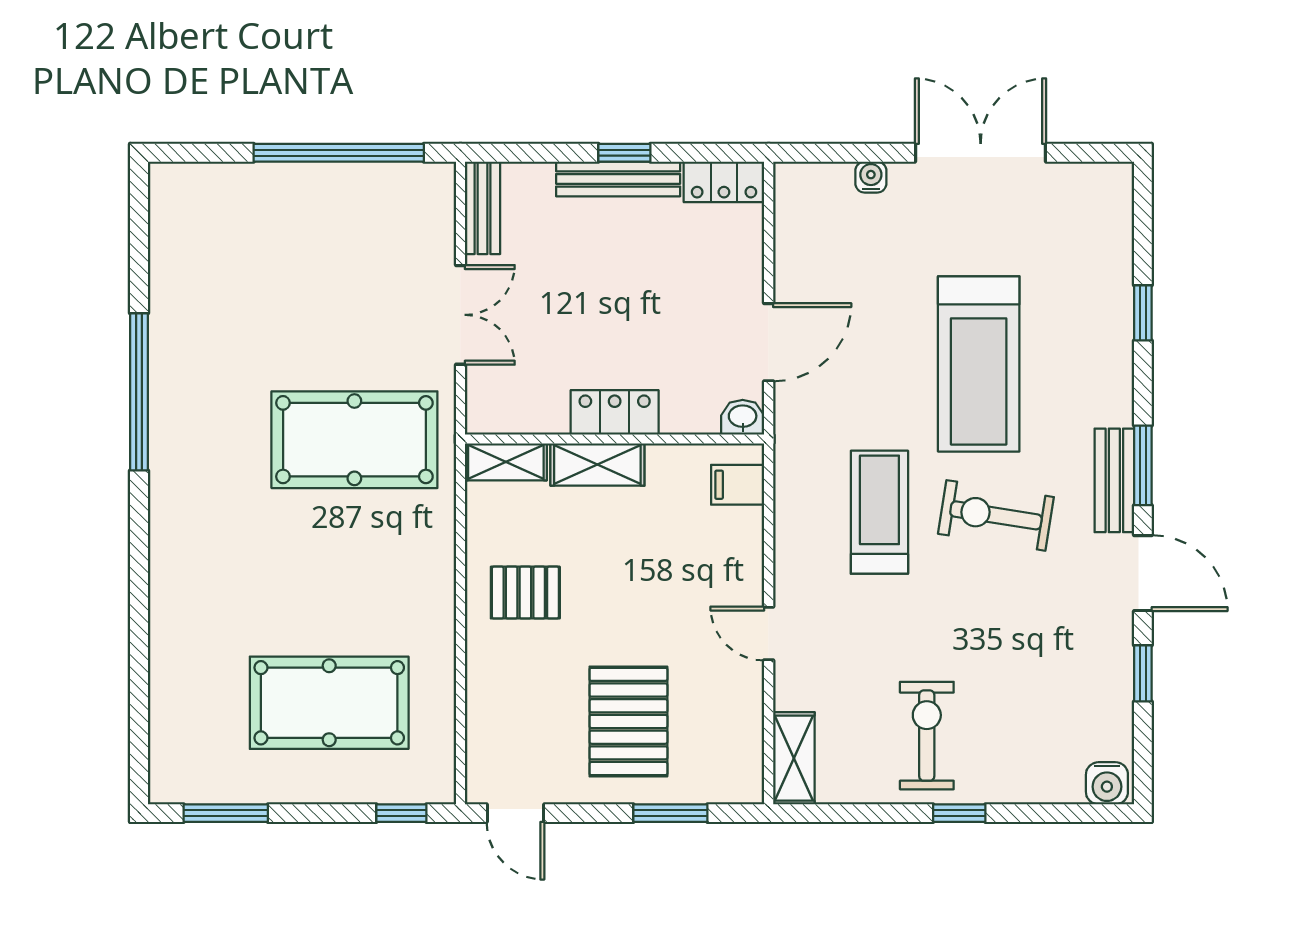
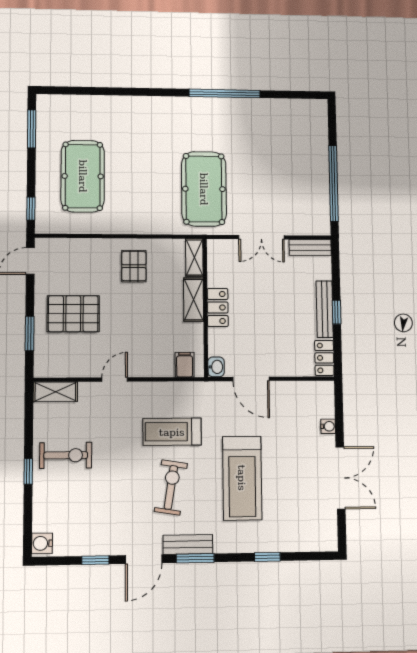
treadmill: (979, 364) -> (242, 478), turned -90
treadmill: (879, 512) -> (172, 432), turned 180

